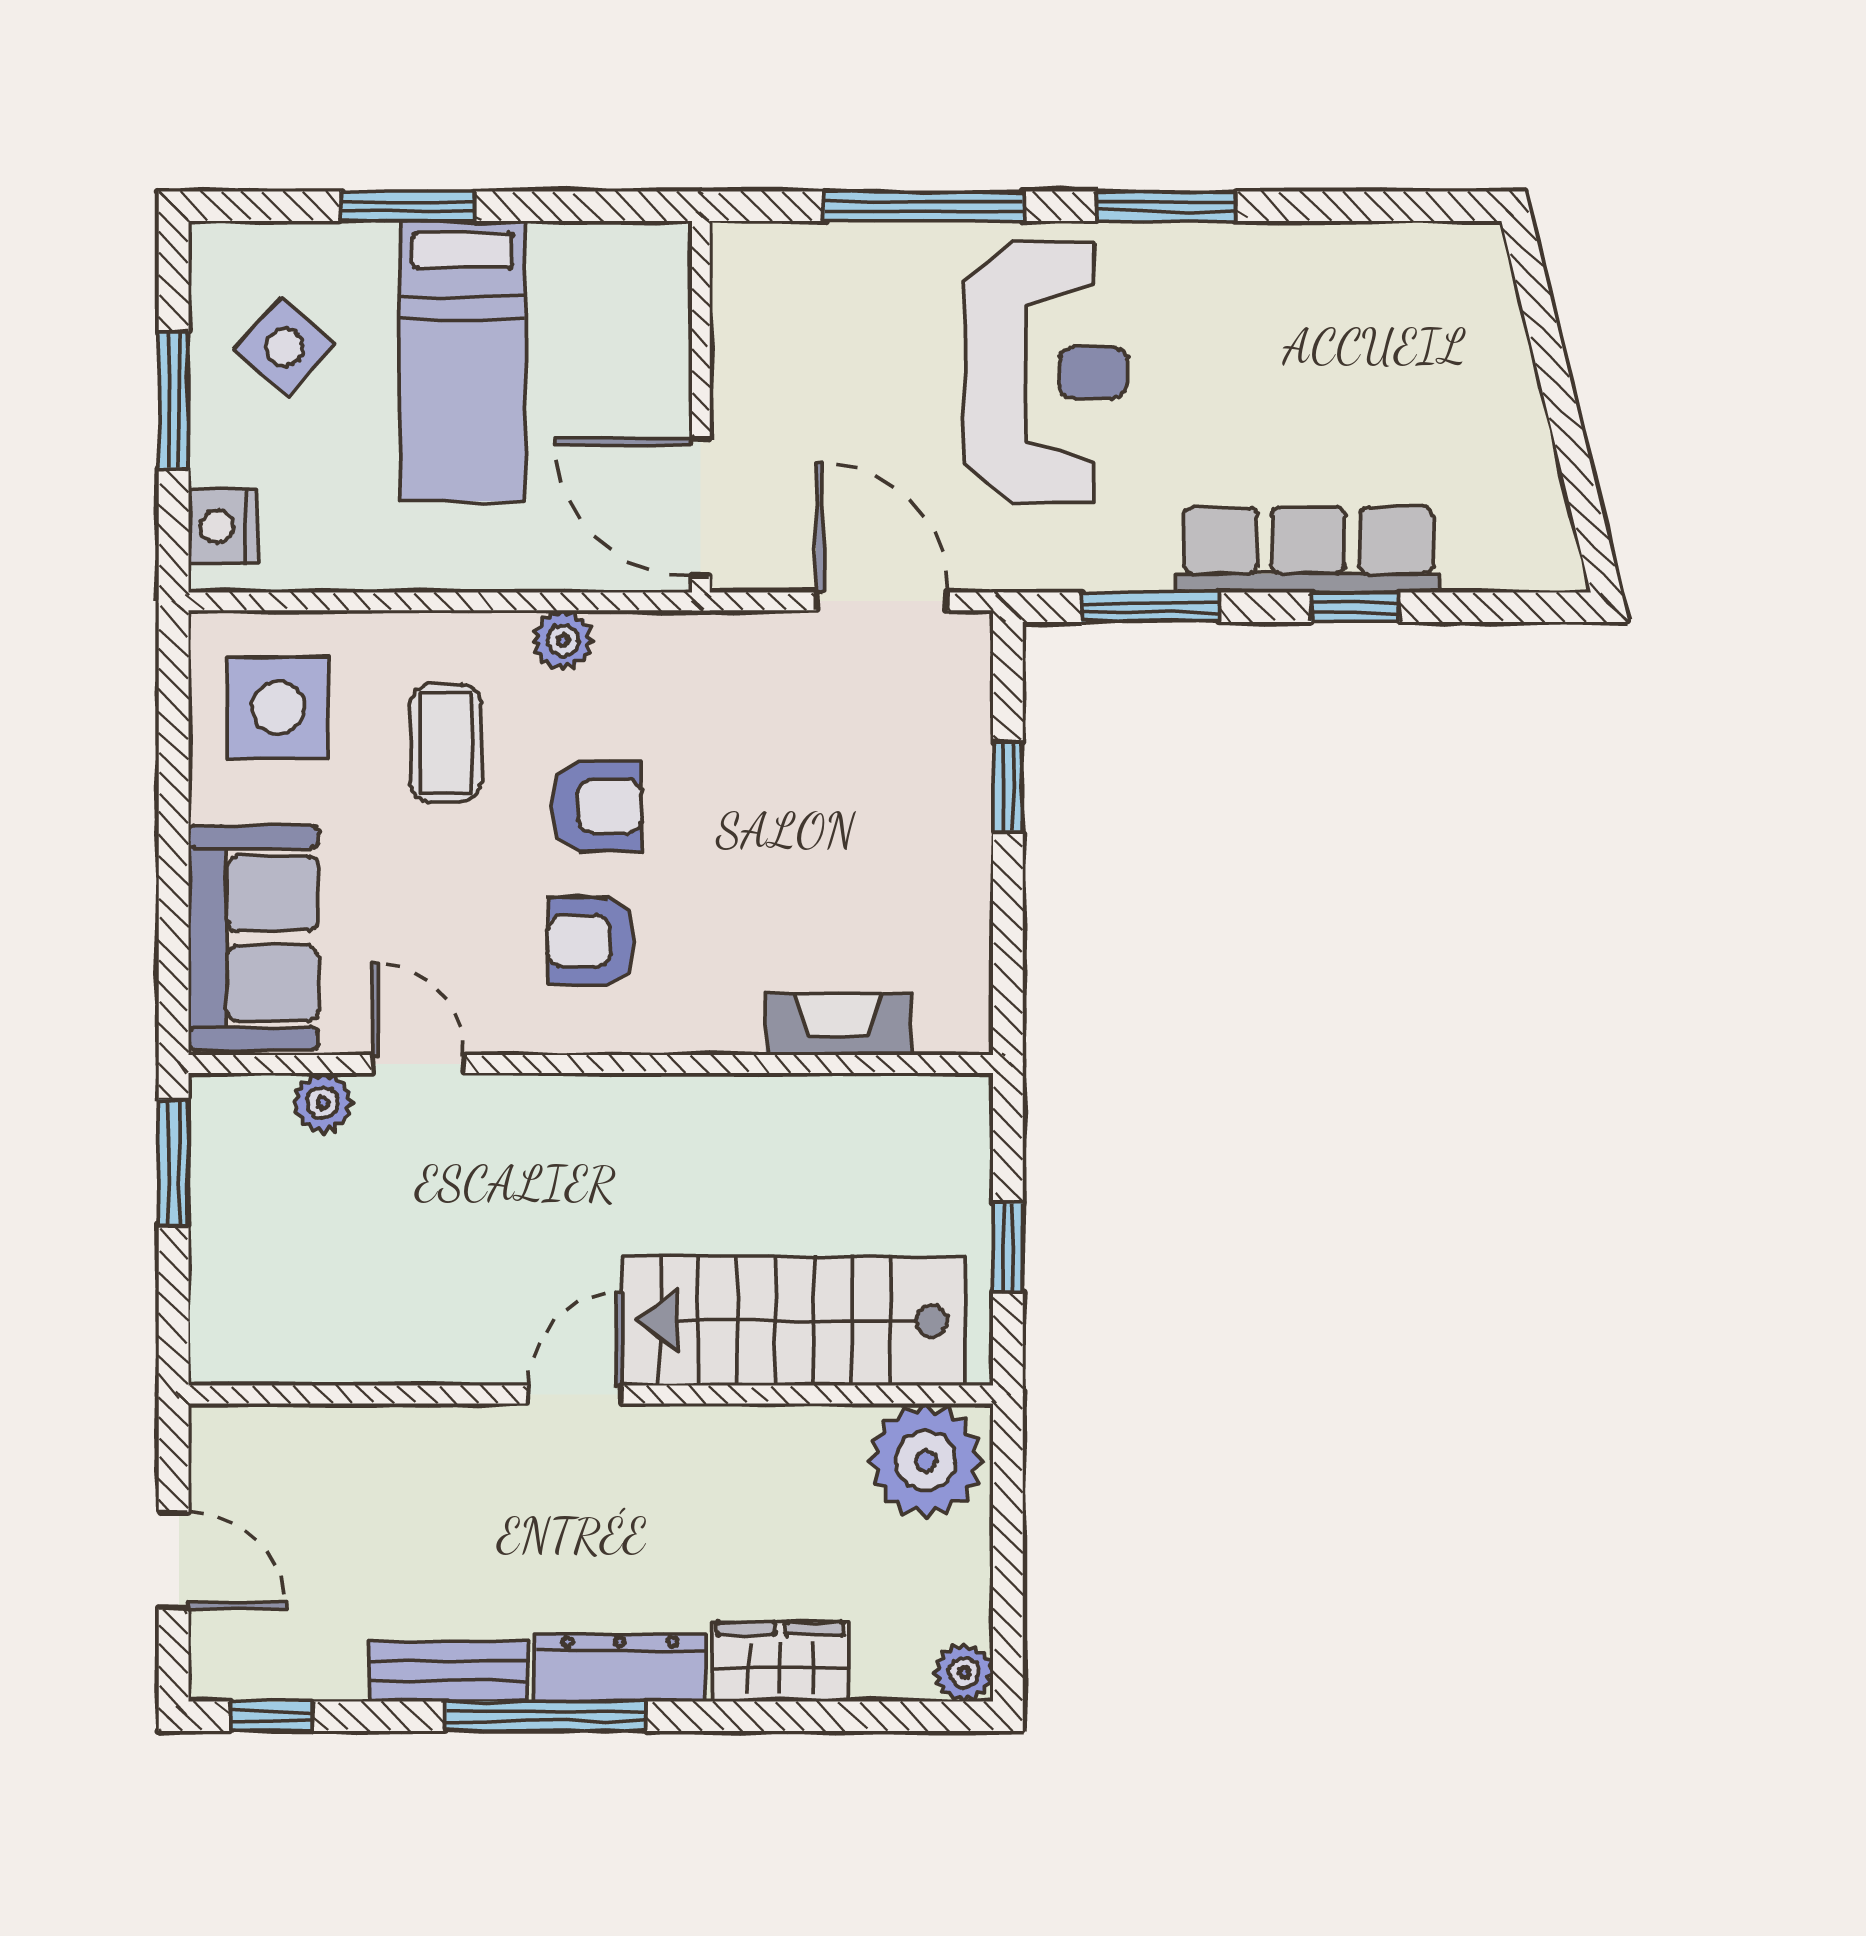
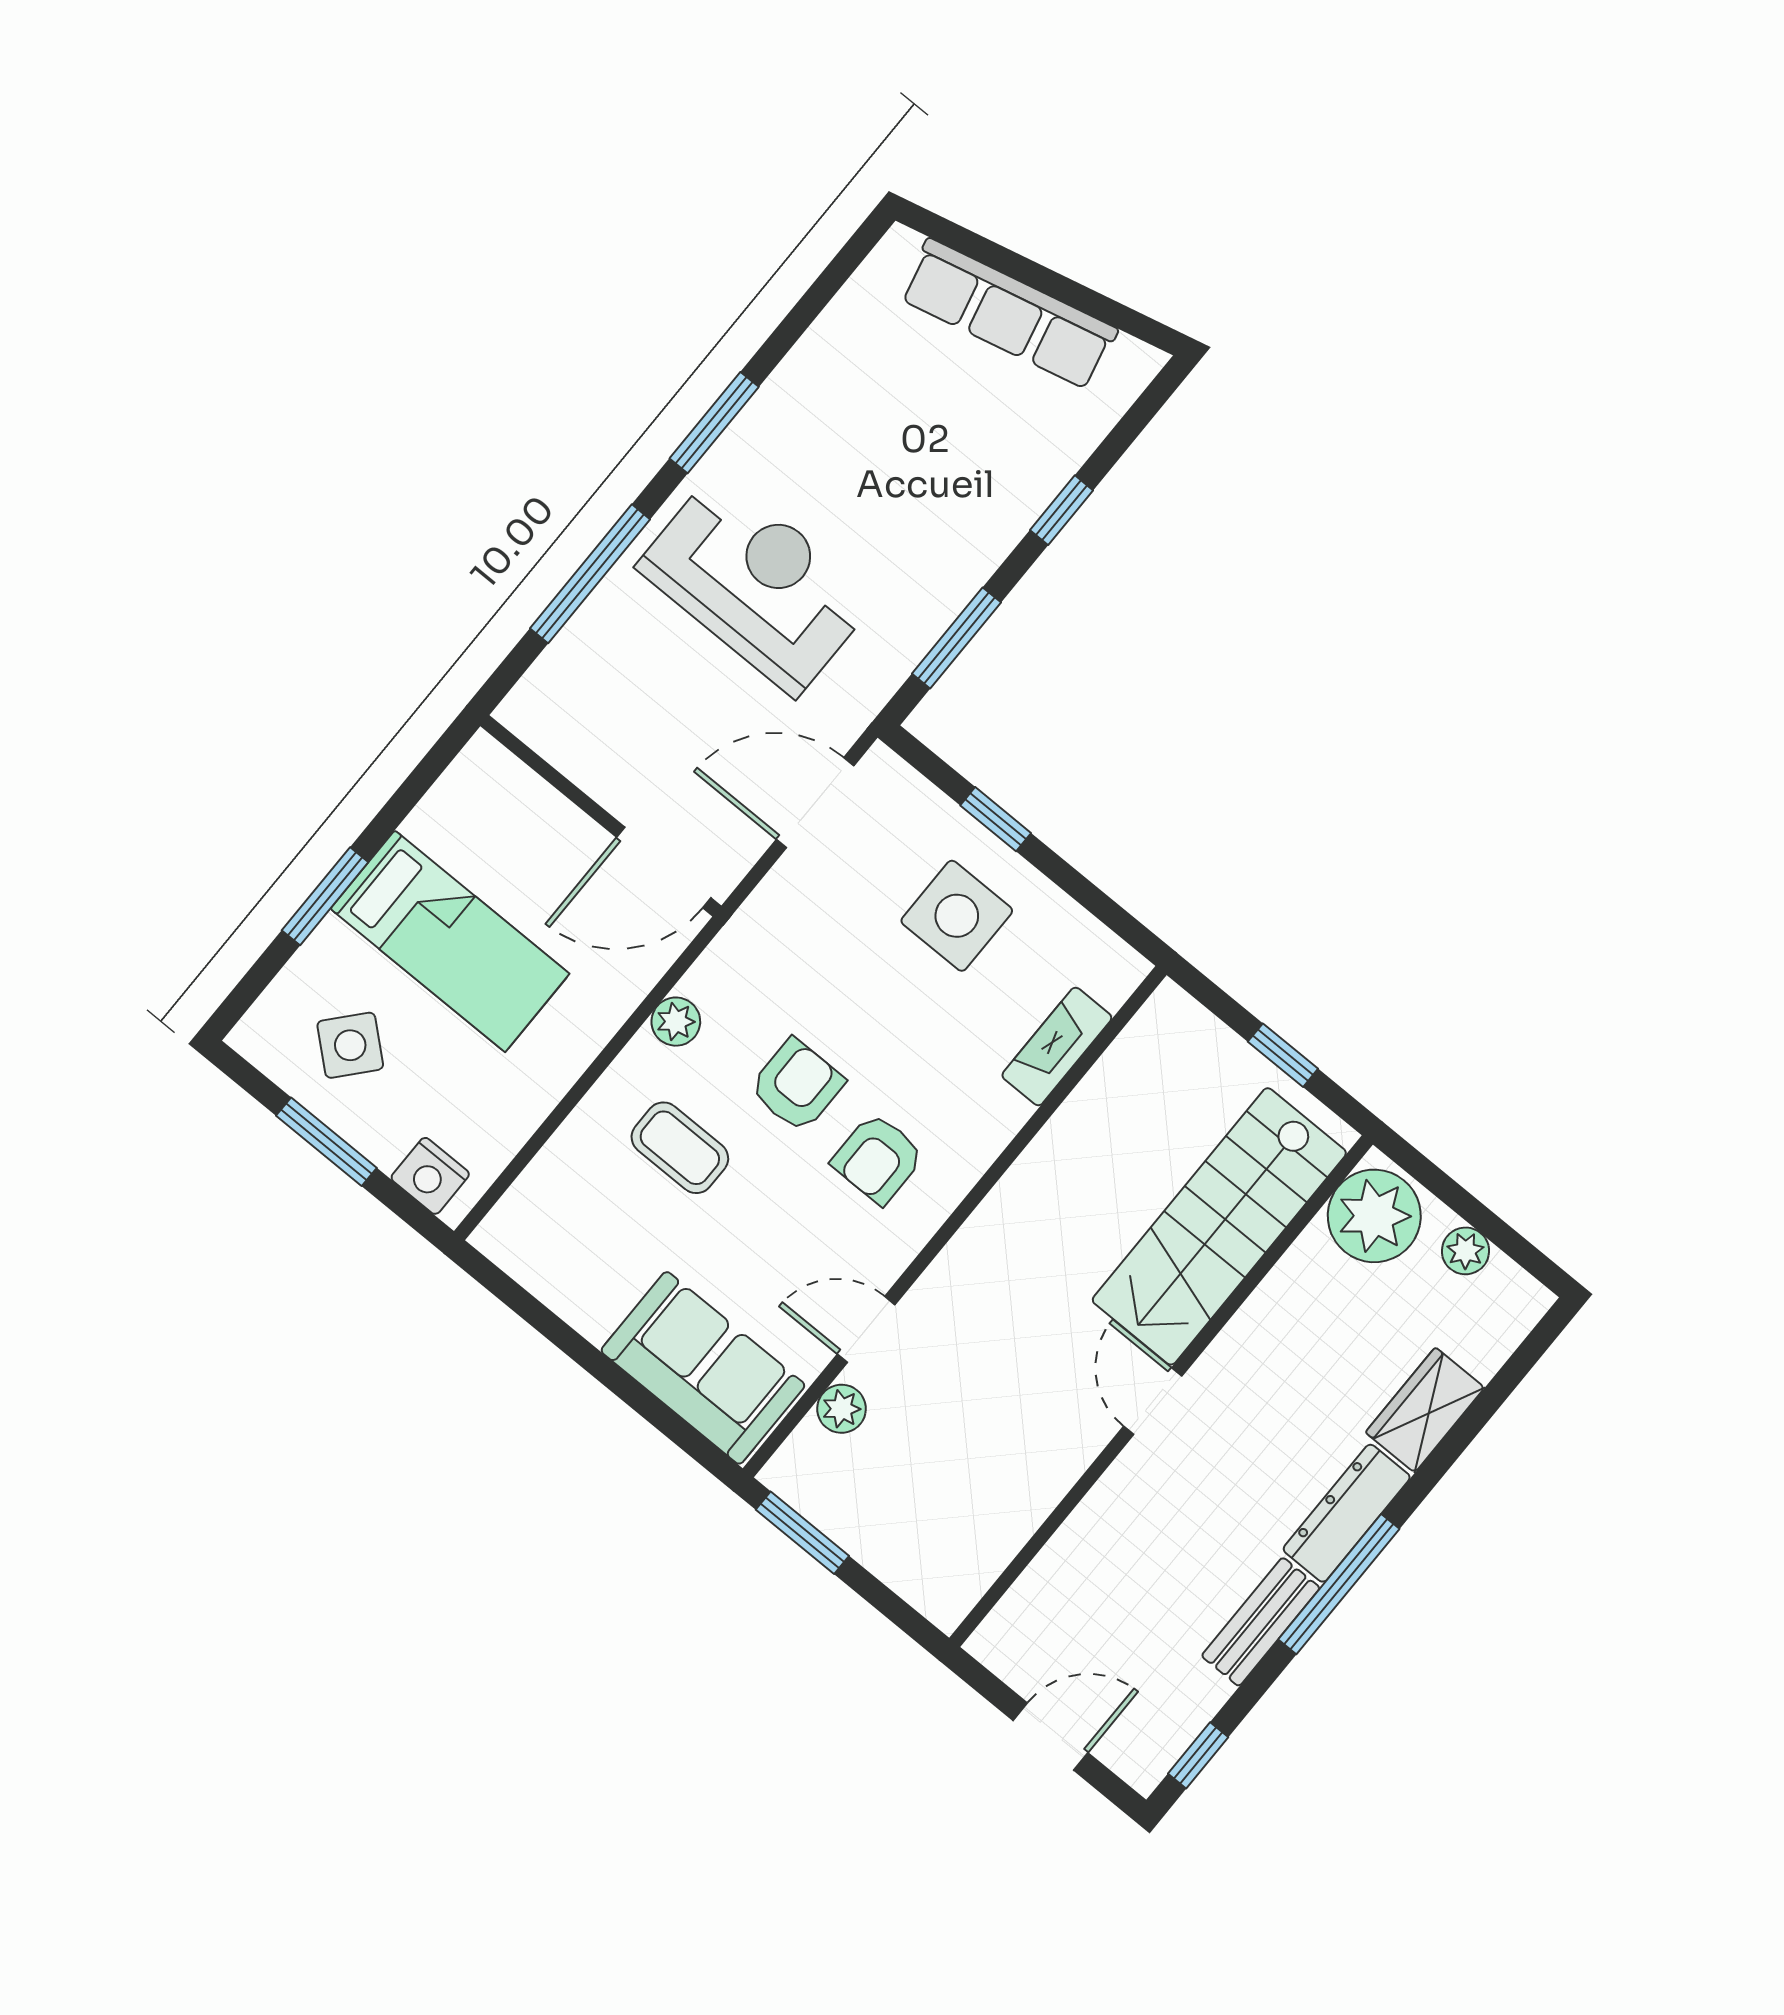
row of seats: (1308, 550) -> (1009, 314), moved, turned -104
side table: (278, 707) -> (957, 916), moved
plant: (964, 1672) -> (1465, 1251), moved

